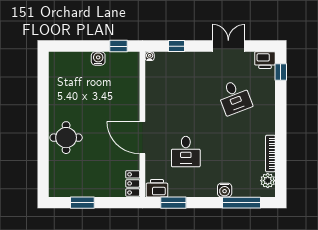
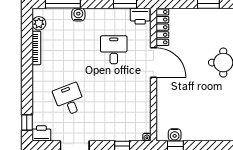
water cooler: (98, 58) -> (175, 135), moved
locker: (133, 183) -> (162, 27), width x1.53

